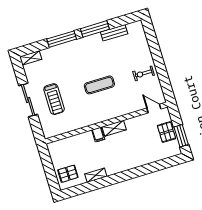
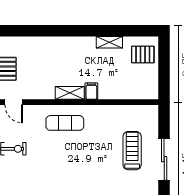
exercise mat: (99, 85) -> (65, 123), moved

